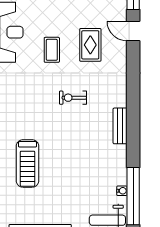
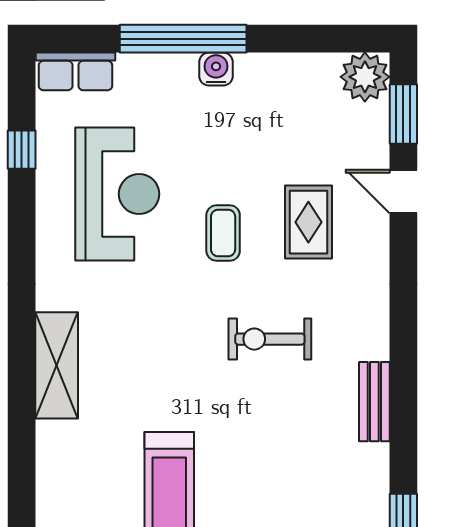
exercise bike: (73, 98) -> (270, 339), width x1.38, depth x1.39

